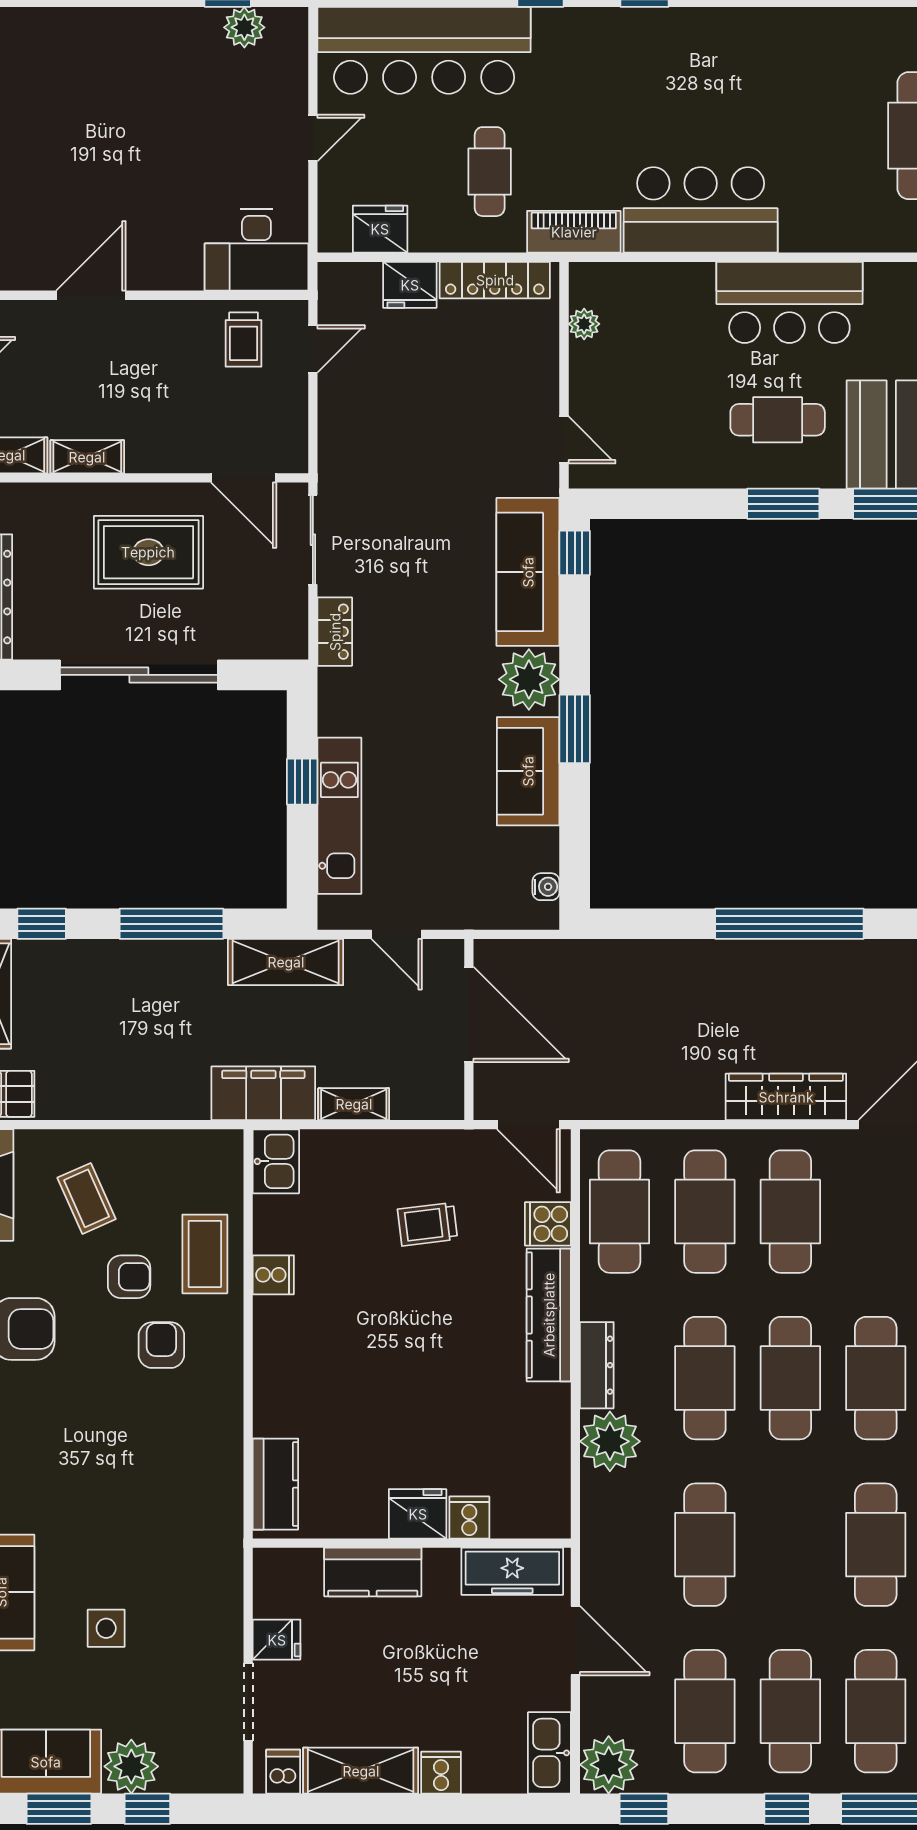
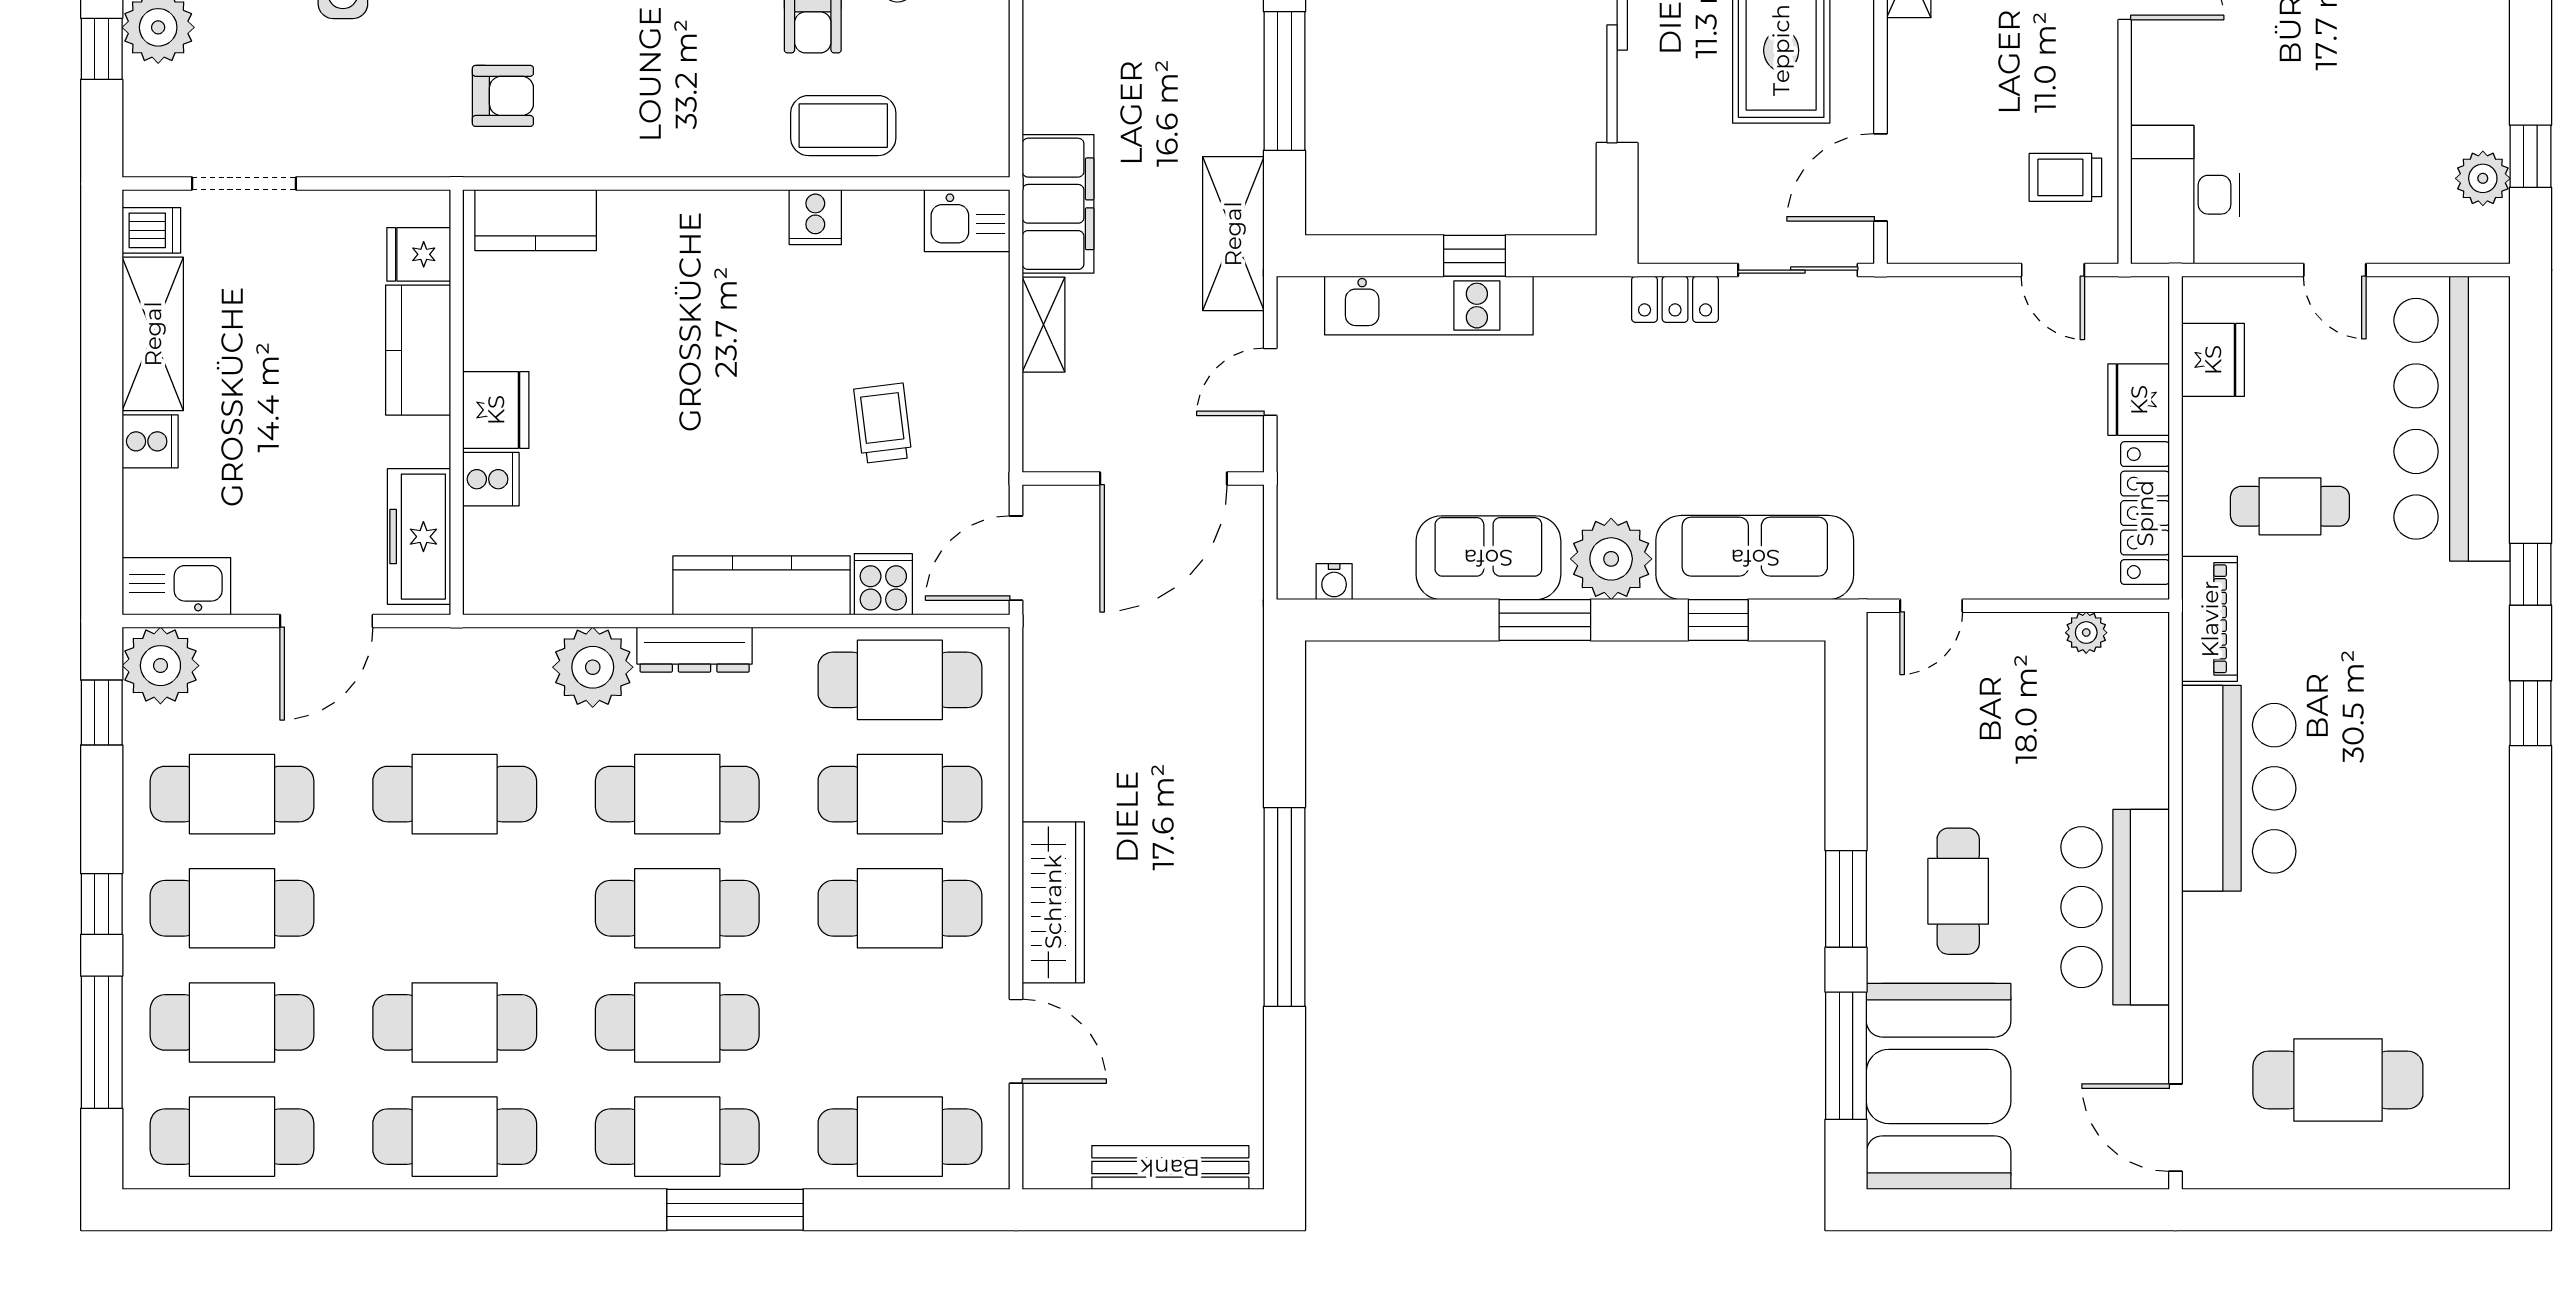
window: (575, 553) -> (1718, 620), moved
armchair: (161, 1345) -> (503, 96), moved
fridge: (277, 1640) -> (419, 254), moved, turned 90

